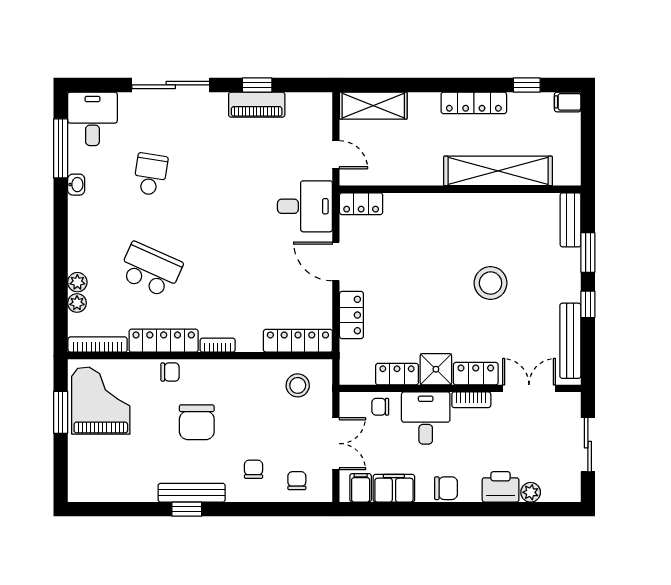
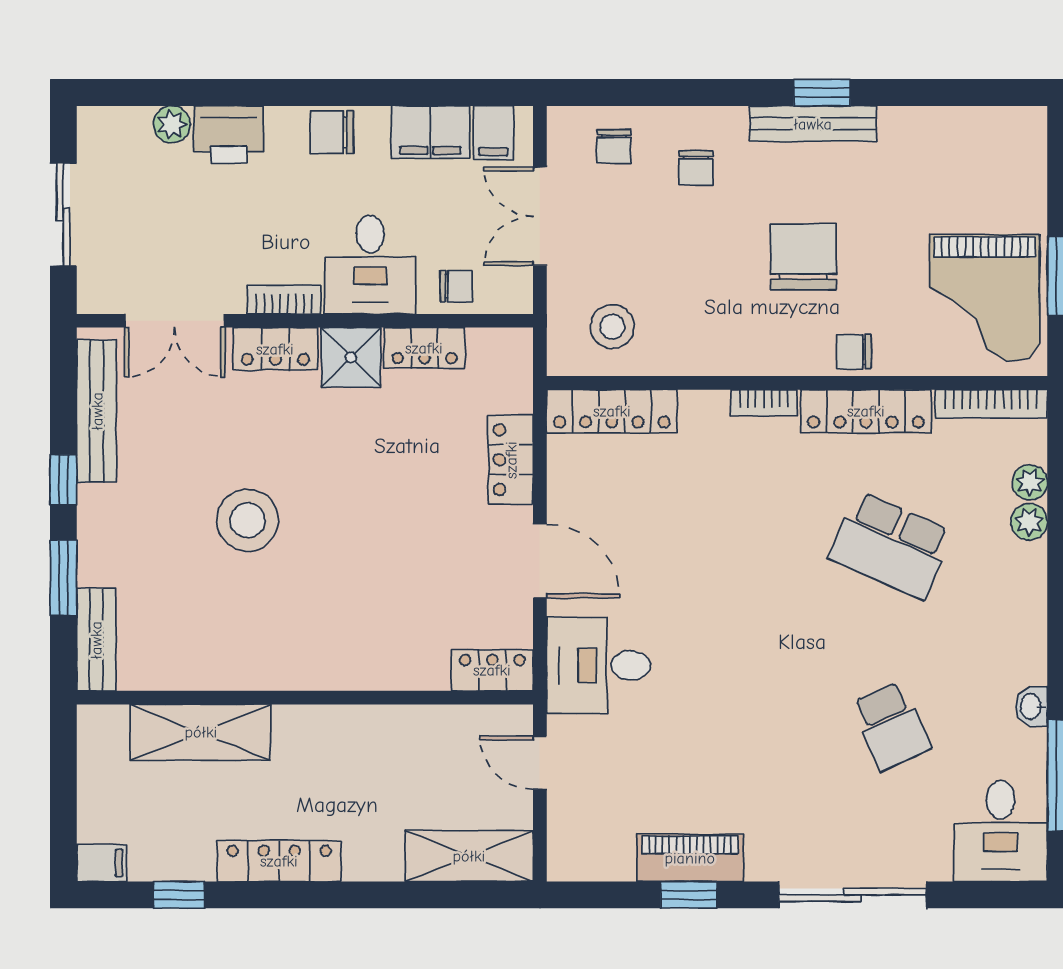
shelving: (498, 171) -> (201, 732), width x0.68
school desk: (150, 174) -> (891, 726), turned -33

